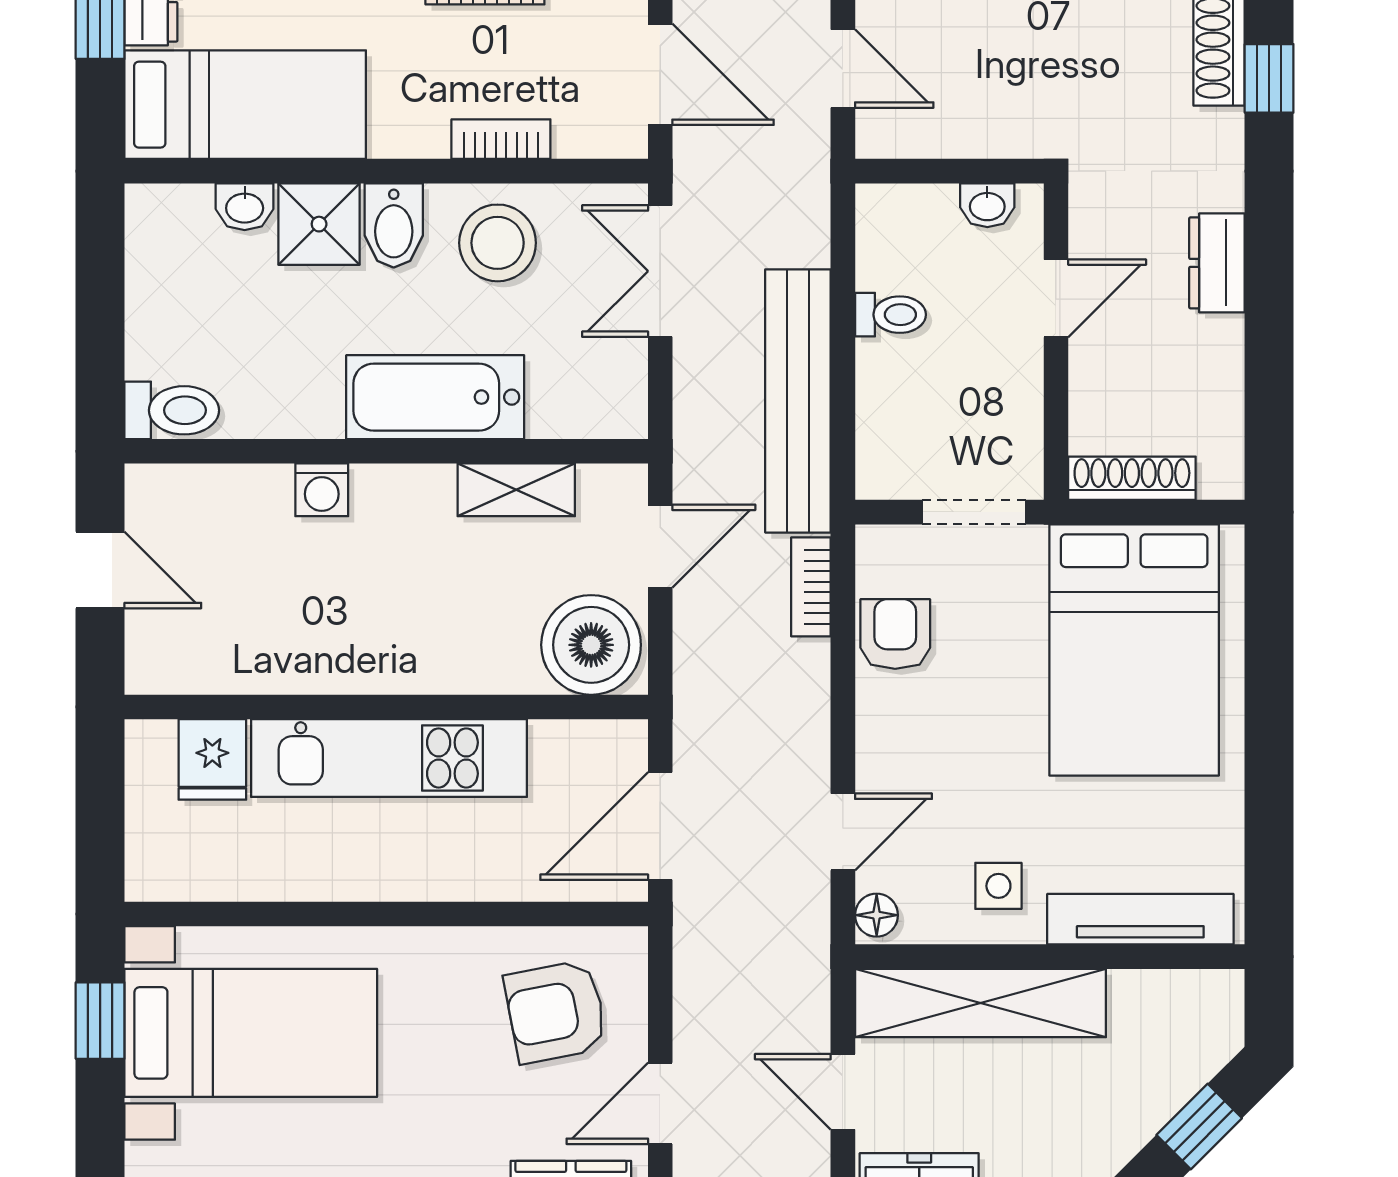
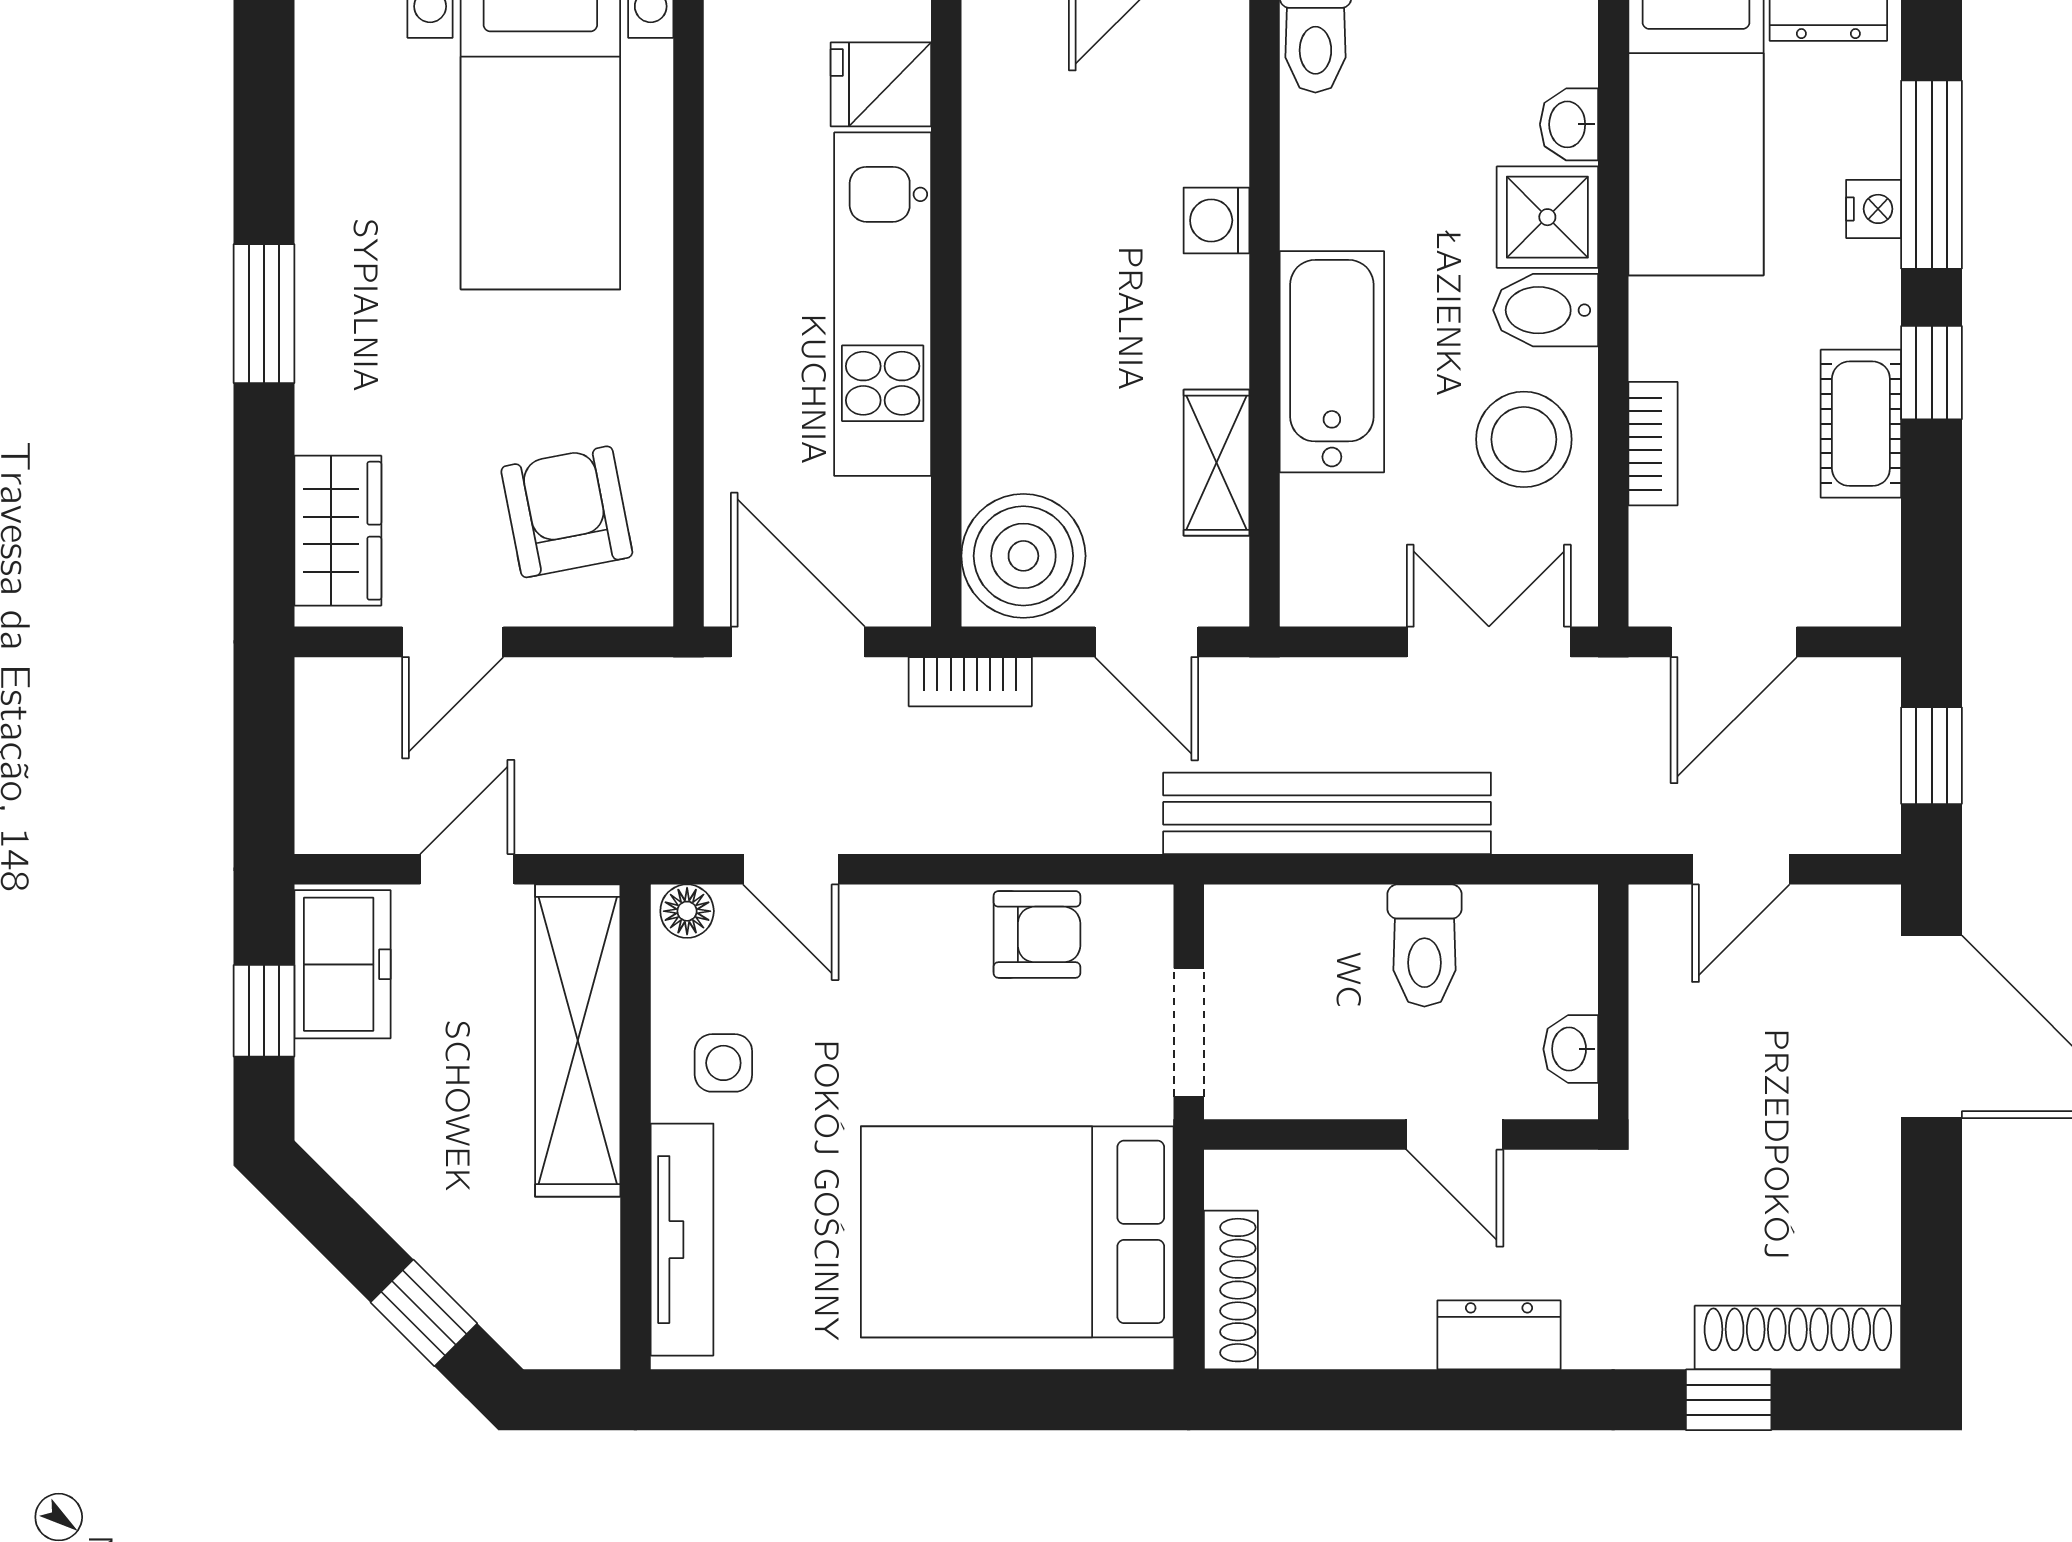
toilet: (890, 315) -> (1424, 946), width x1.37, depth x1.39
shoe rack: (1132, 478) -> (1231, 1290), moved
bookcase: (811, 587) -> (970, 682), moved, turned 180
door: (660, 1103) -> (453, 642), swing flipped

